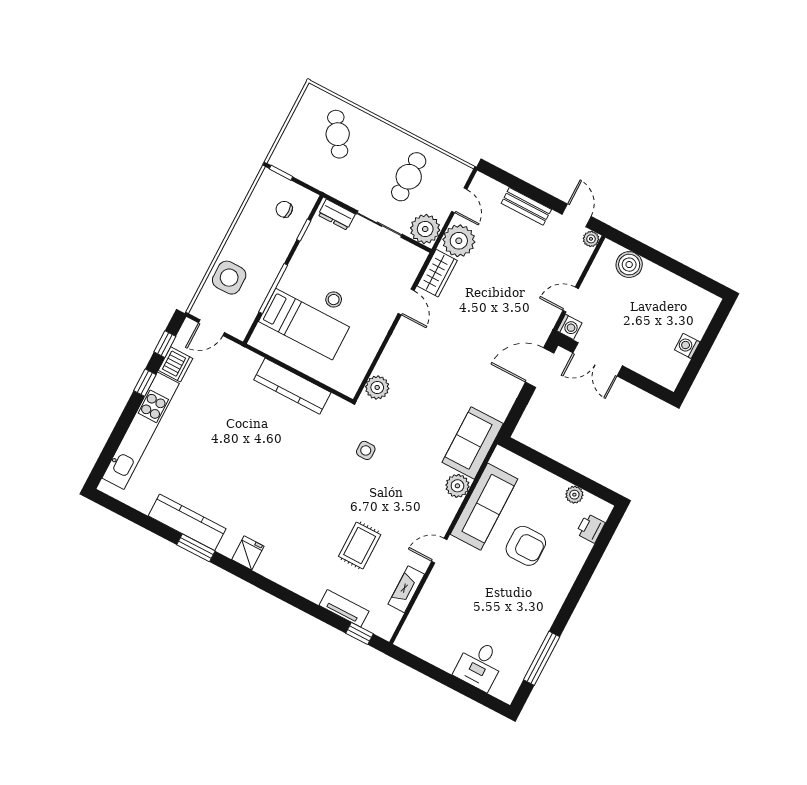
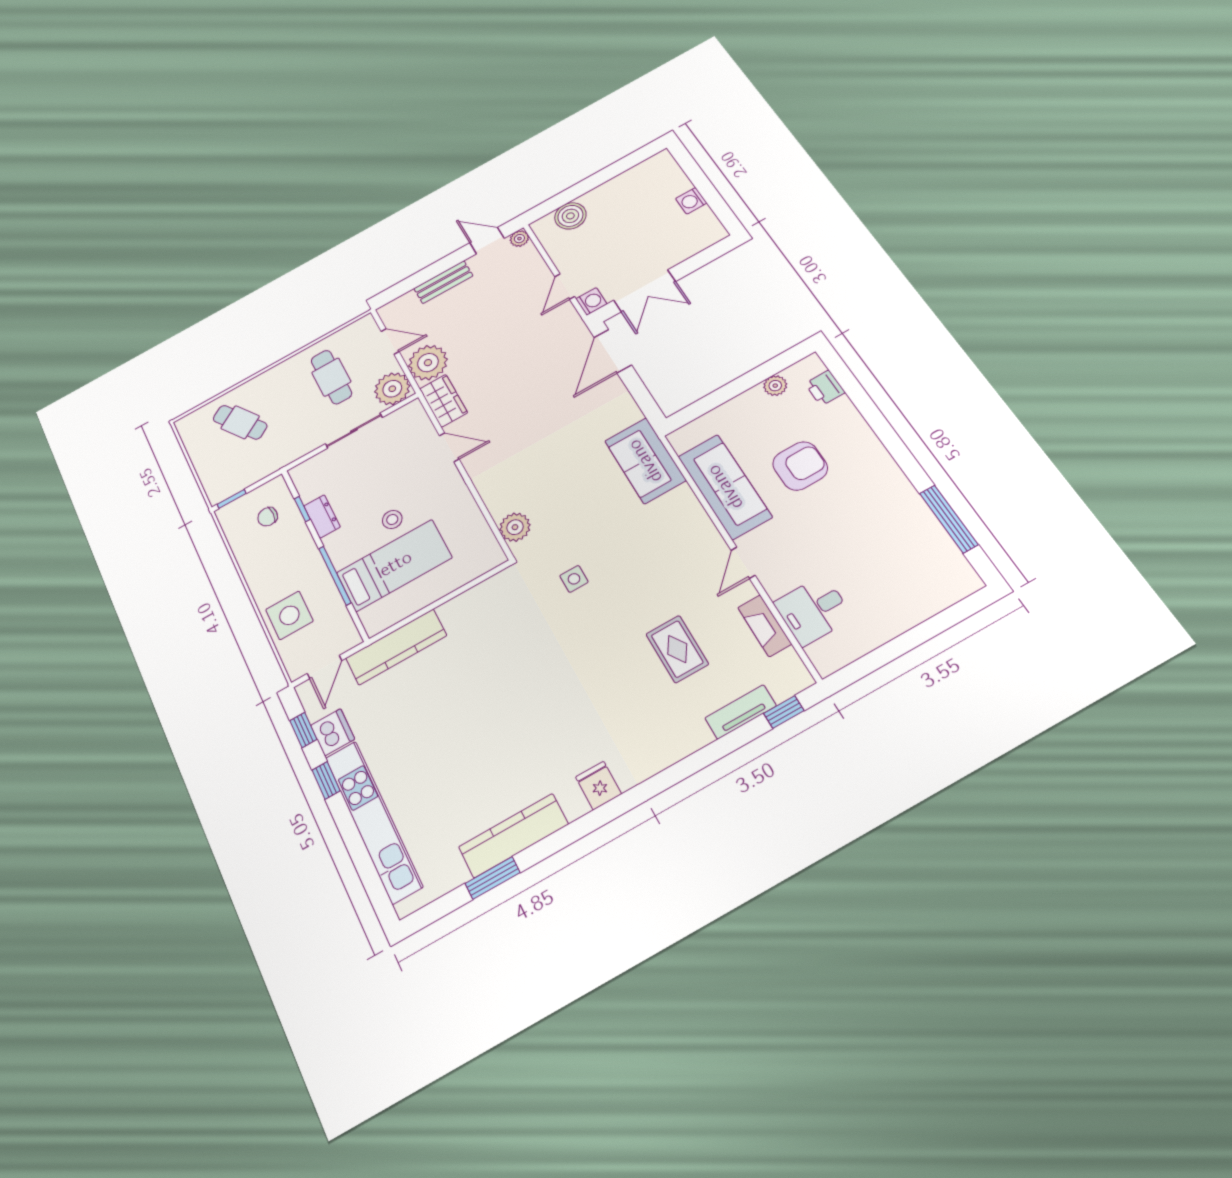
dresser: (337, 215) -> (322, 516), moved, turned -90
kitchen counter: (292, 386) -> (396, 647), moved
plant: (457, 486) -> (682, 502), removed
window: (196, 548) -> (493, 878), moved
desk: (479, 665) -> (813, 610), moved, turned 90

